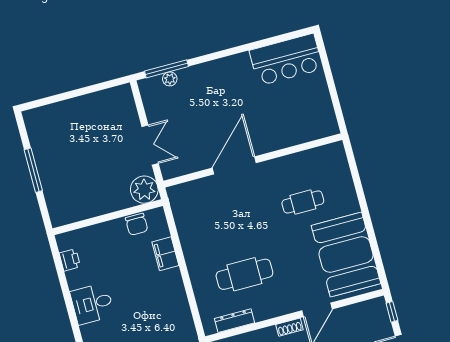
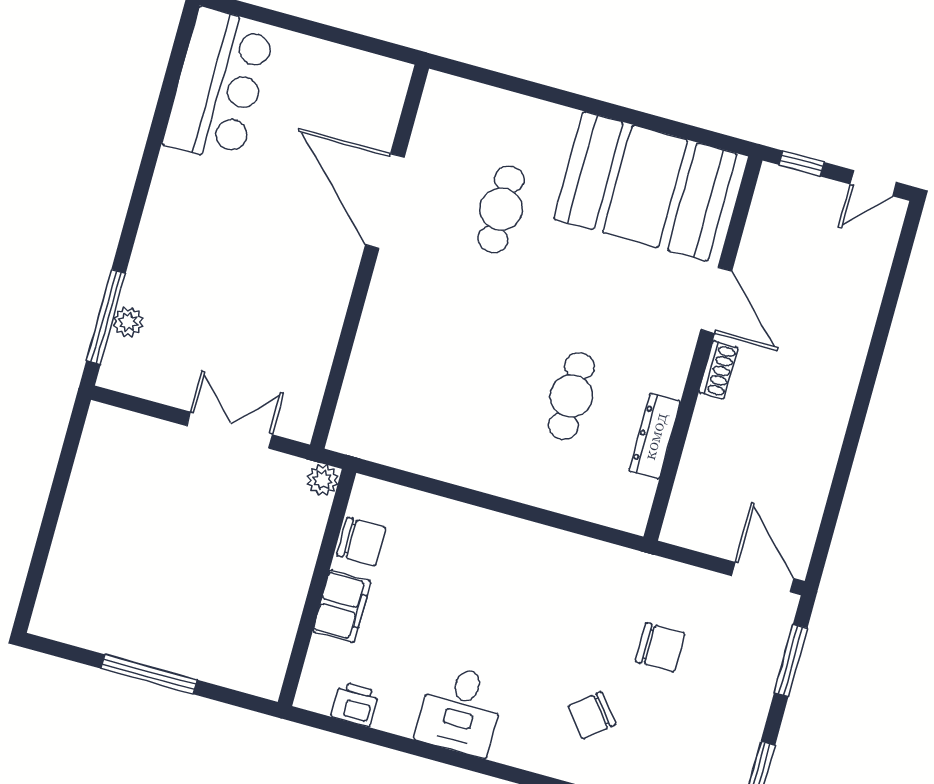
door: (234, 165) -> (385, 201), moved
plant: (144, 190) -> (323, 480), width x0.53, depth x0.53
filing cabinet: (165, 254) -> (342, 606), moved, turned -90
cafe table: (244, 274) -> (571, 396), width x0.73, depth x0.74
dresser: (234, 321) -> (655, 436), moved

